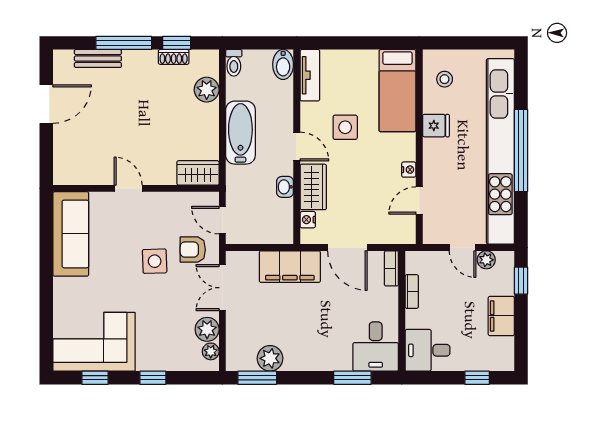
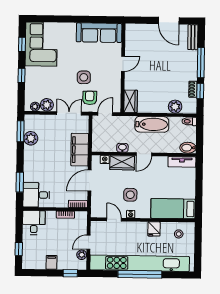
bench: (98, 58) -> (193, 37), moved
side table: (345, 127) -> (130, 195), moved
filing cabinet: (501, 316) -> (52, 262), width x0.50

